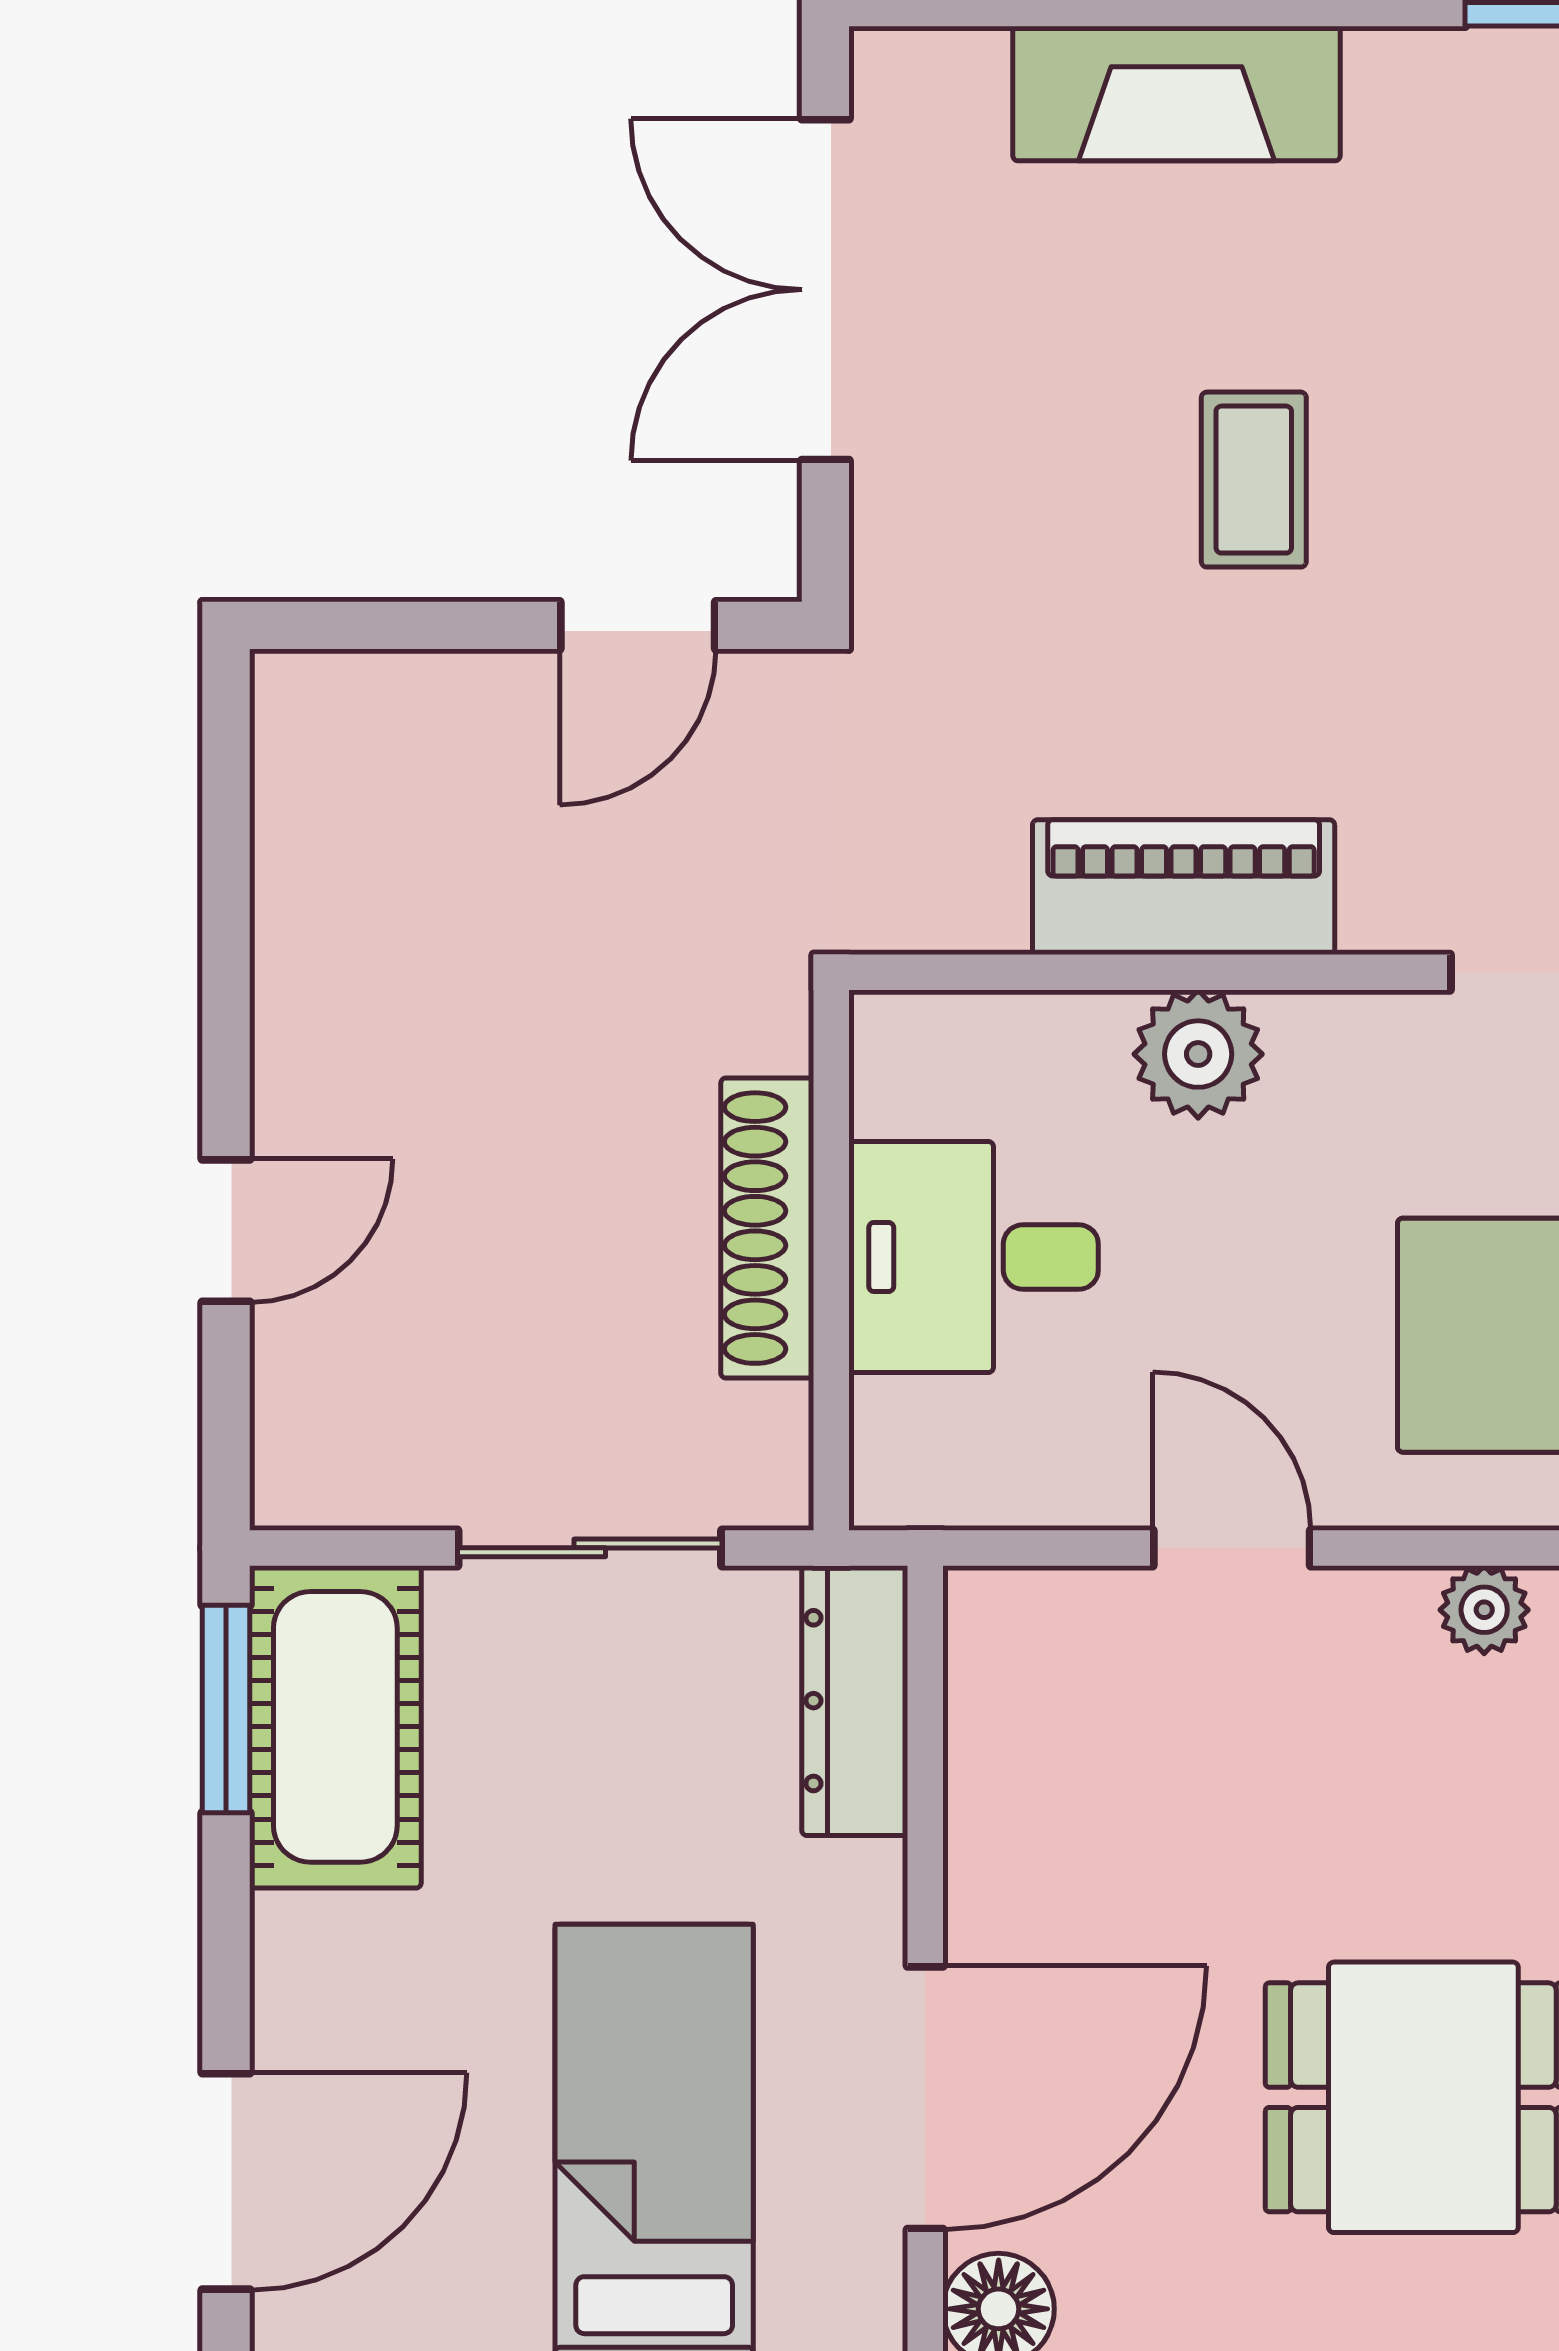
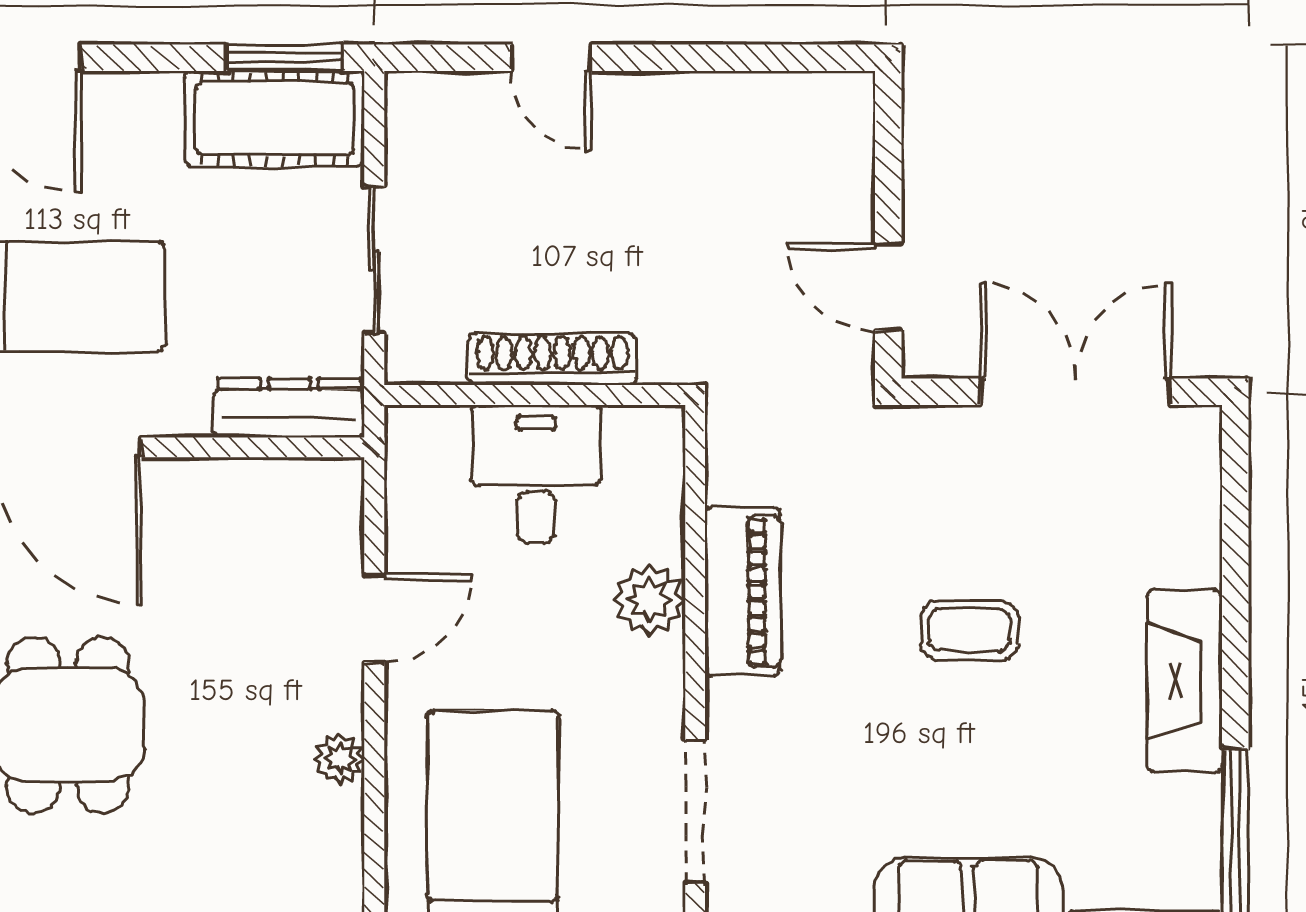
fireplace: (1176, 94) -> (1185, 681), moved

